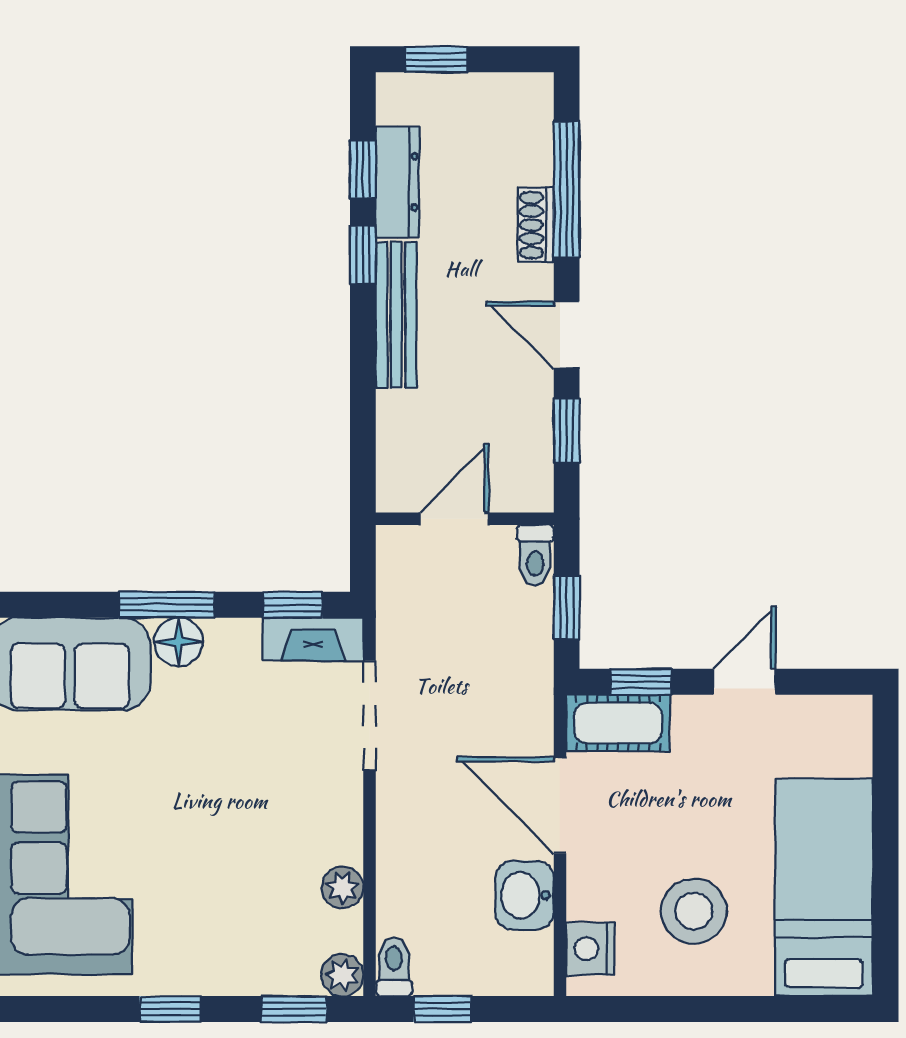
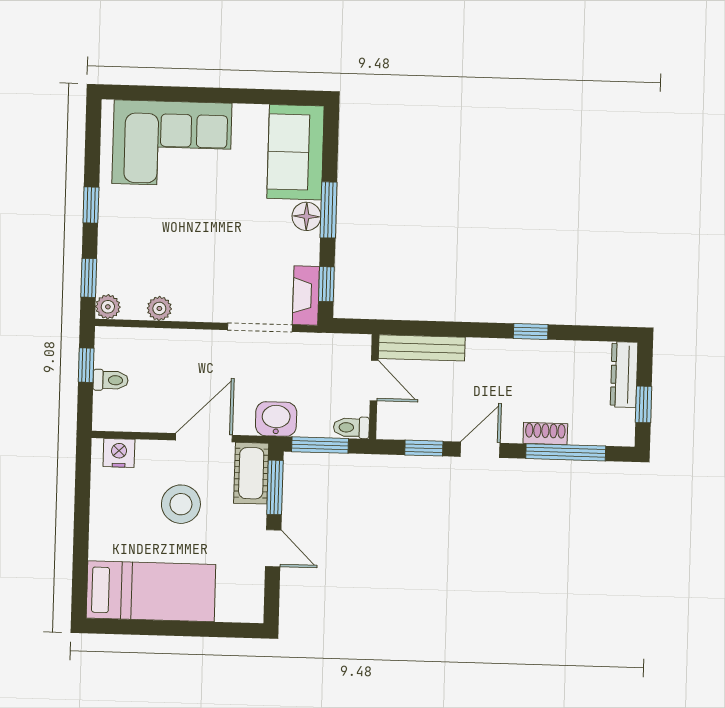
window: (436, 59) -> (644, 404), moved
window: (363, 169) -> (581, 333), removed
dresser: (398, 182) -> (624, 375), moved, turned 90
bench: (396, 315) -> (422, 348), moved
window: (567, 608) -> (320, 445), width x1.50
window: (641, 682) -> (275, 487), width x1.50
washbasin: (525, 895) -> (276, 419), moved
stool: (694, 911) -> (181, 504), moved
toilet: (394, 967) -> (111, 380), moved

